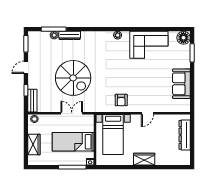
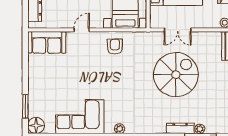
spiral stairs: (73, 78) -> (176, 75), turned 90
sofa: (181, 84) -> (47, 42), moved, turned 90

